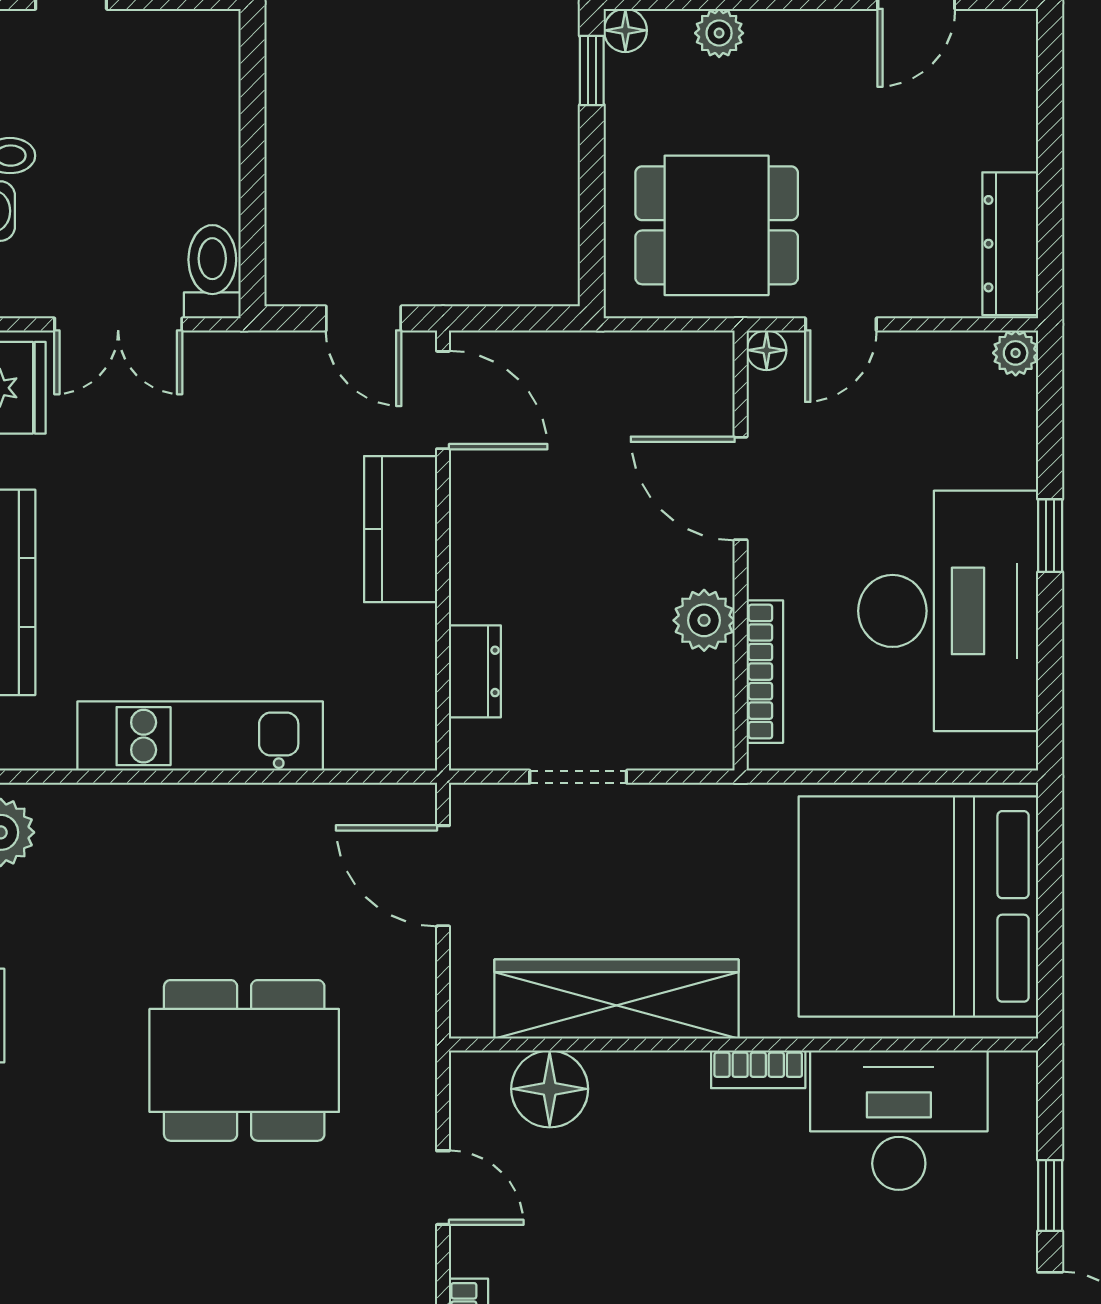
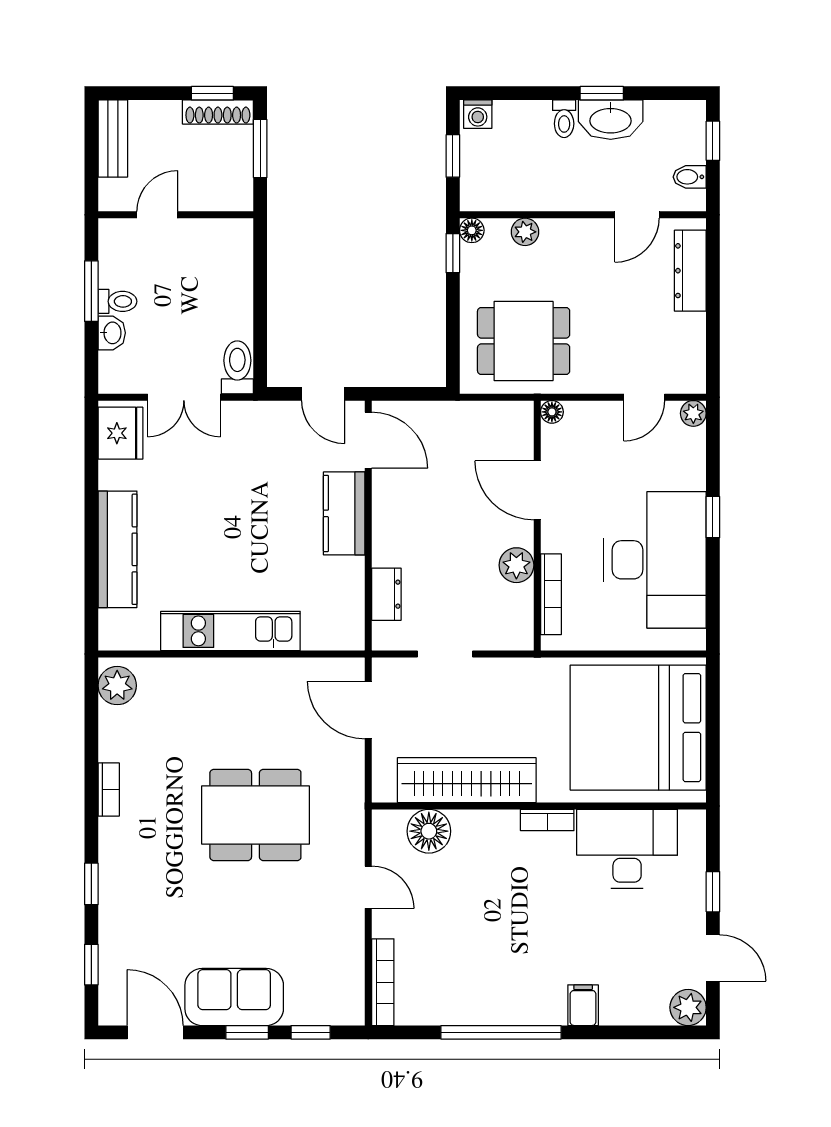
dresser: (1010, 244) -> (690, 271), moved
door: (841, 324) -> (644, 397), moved

